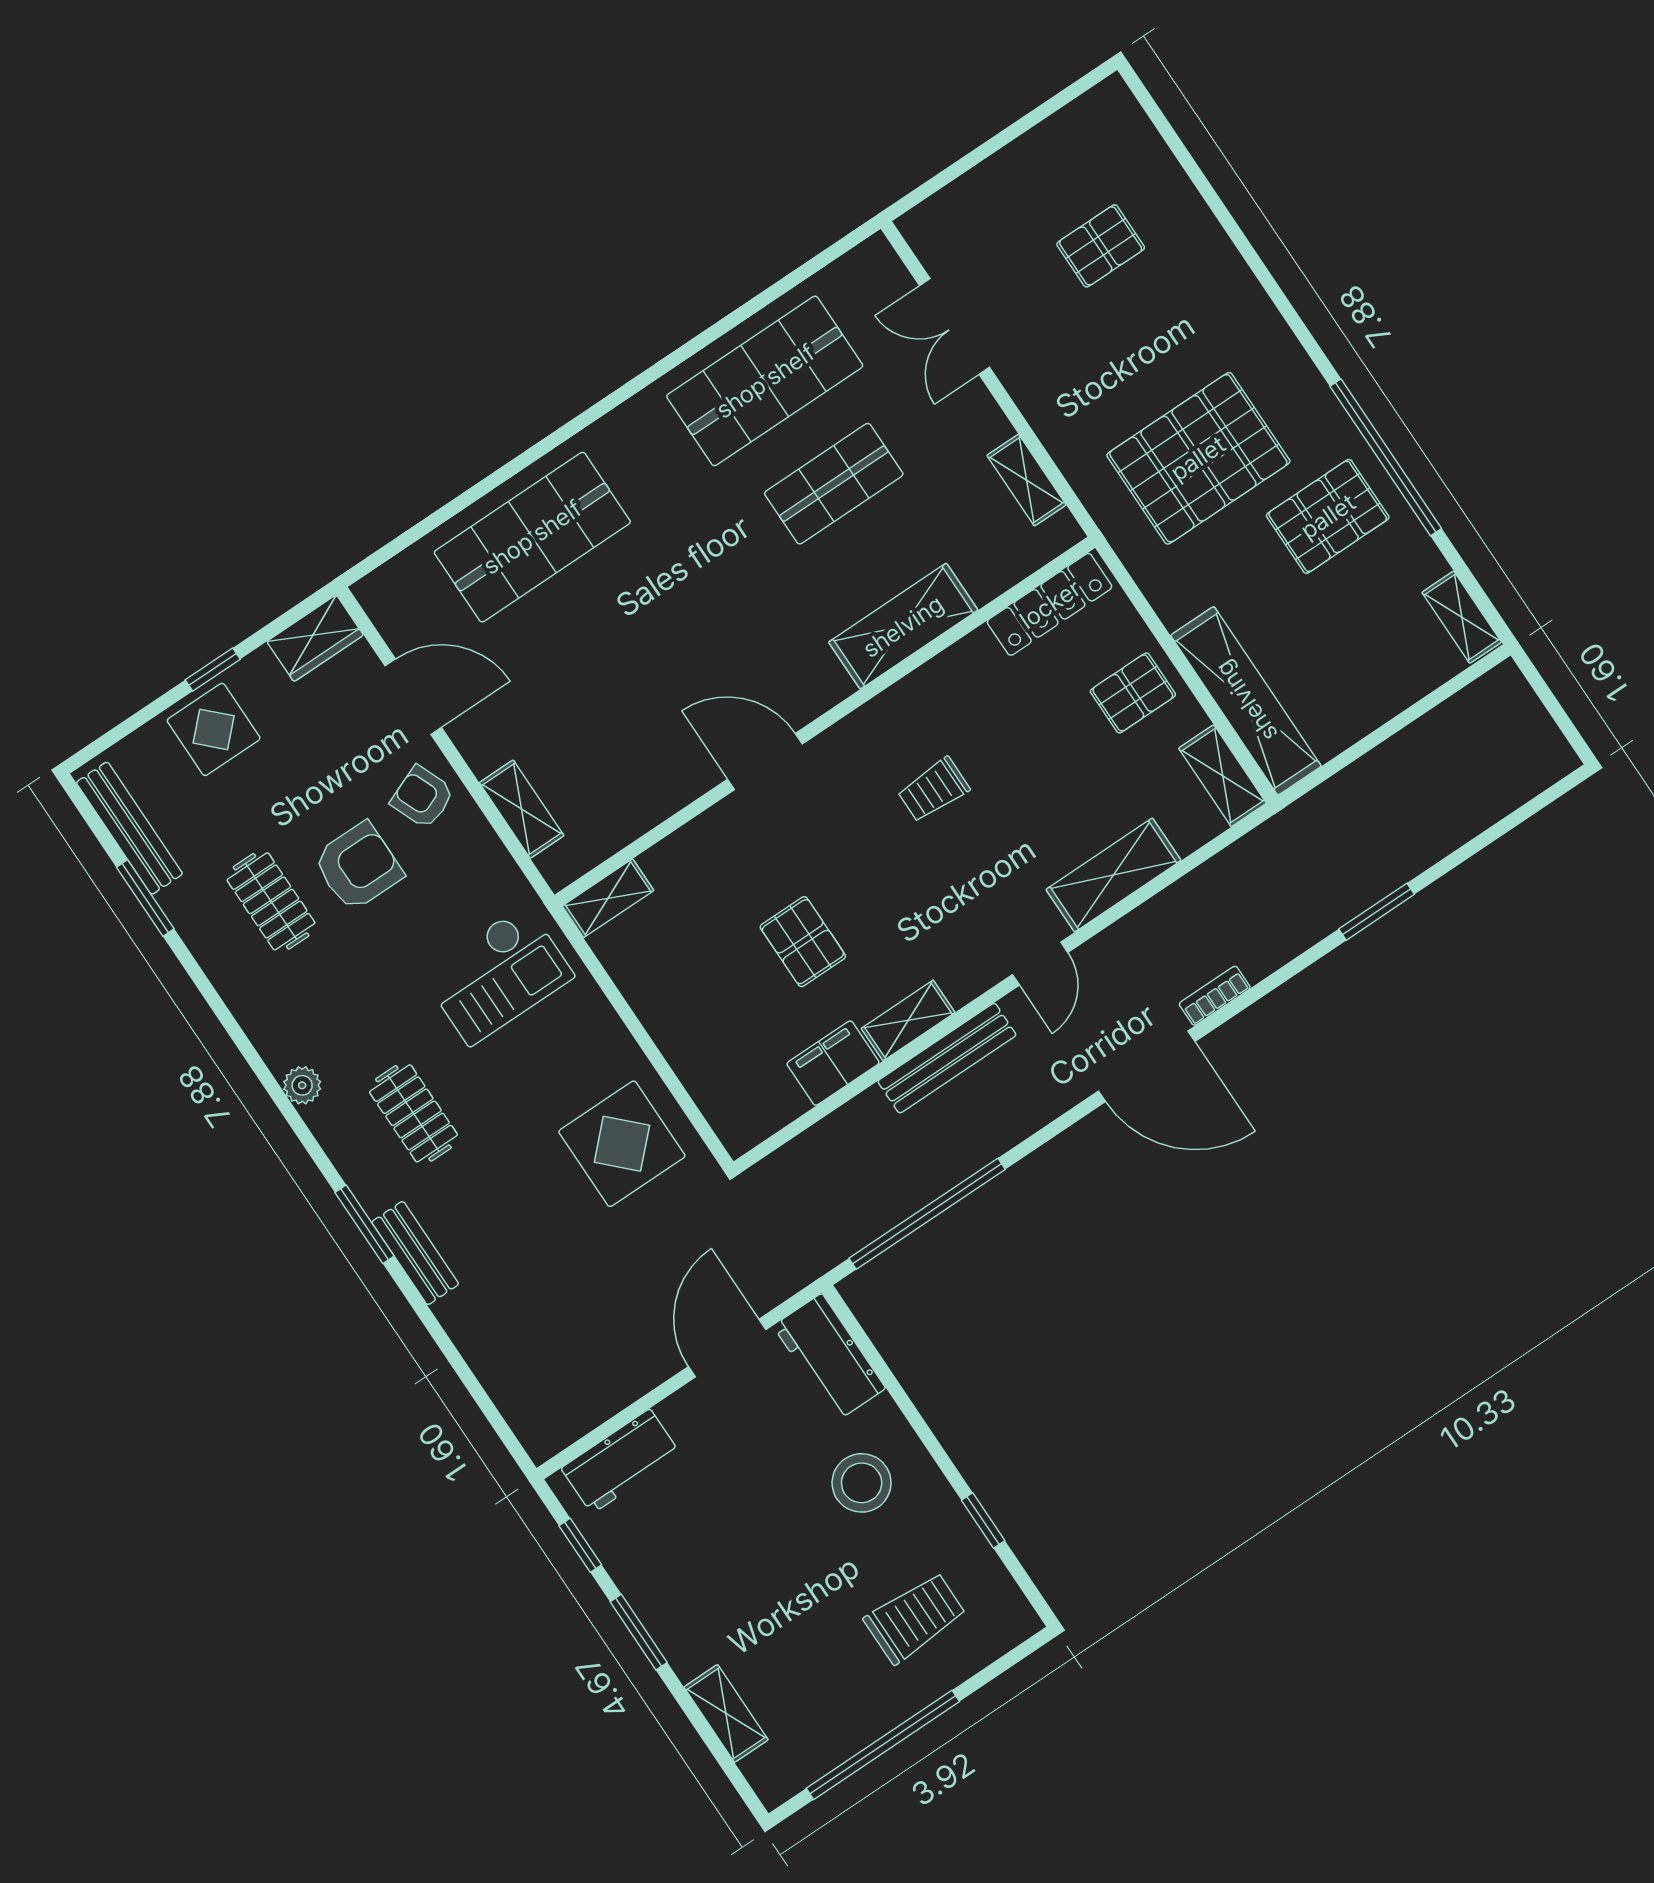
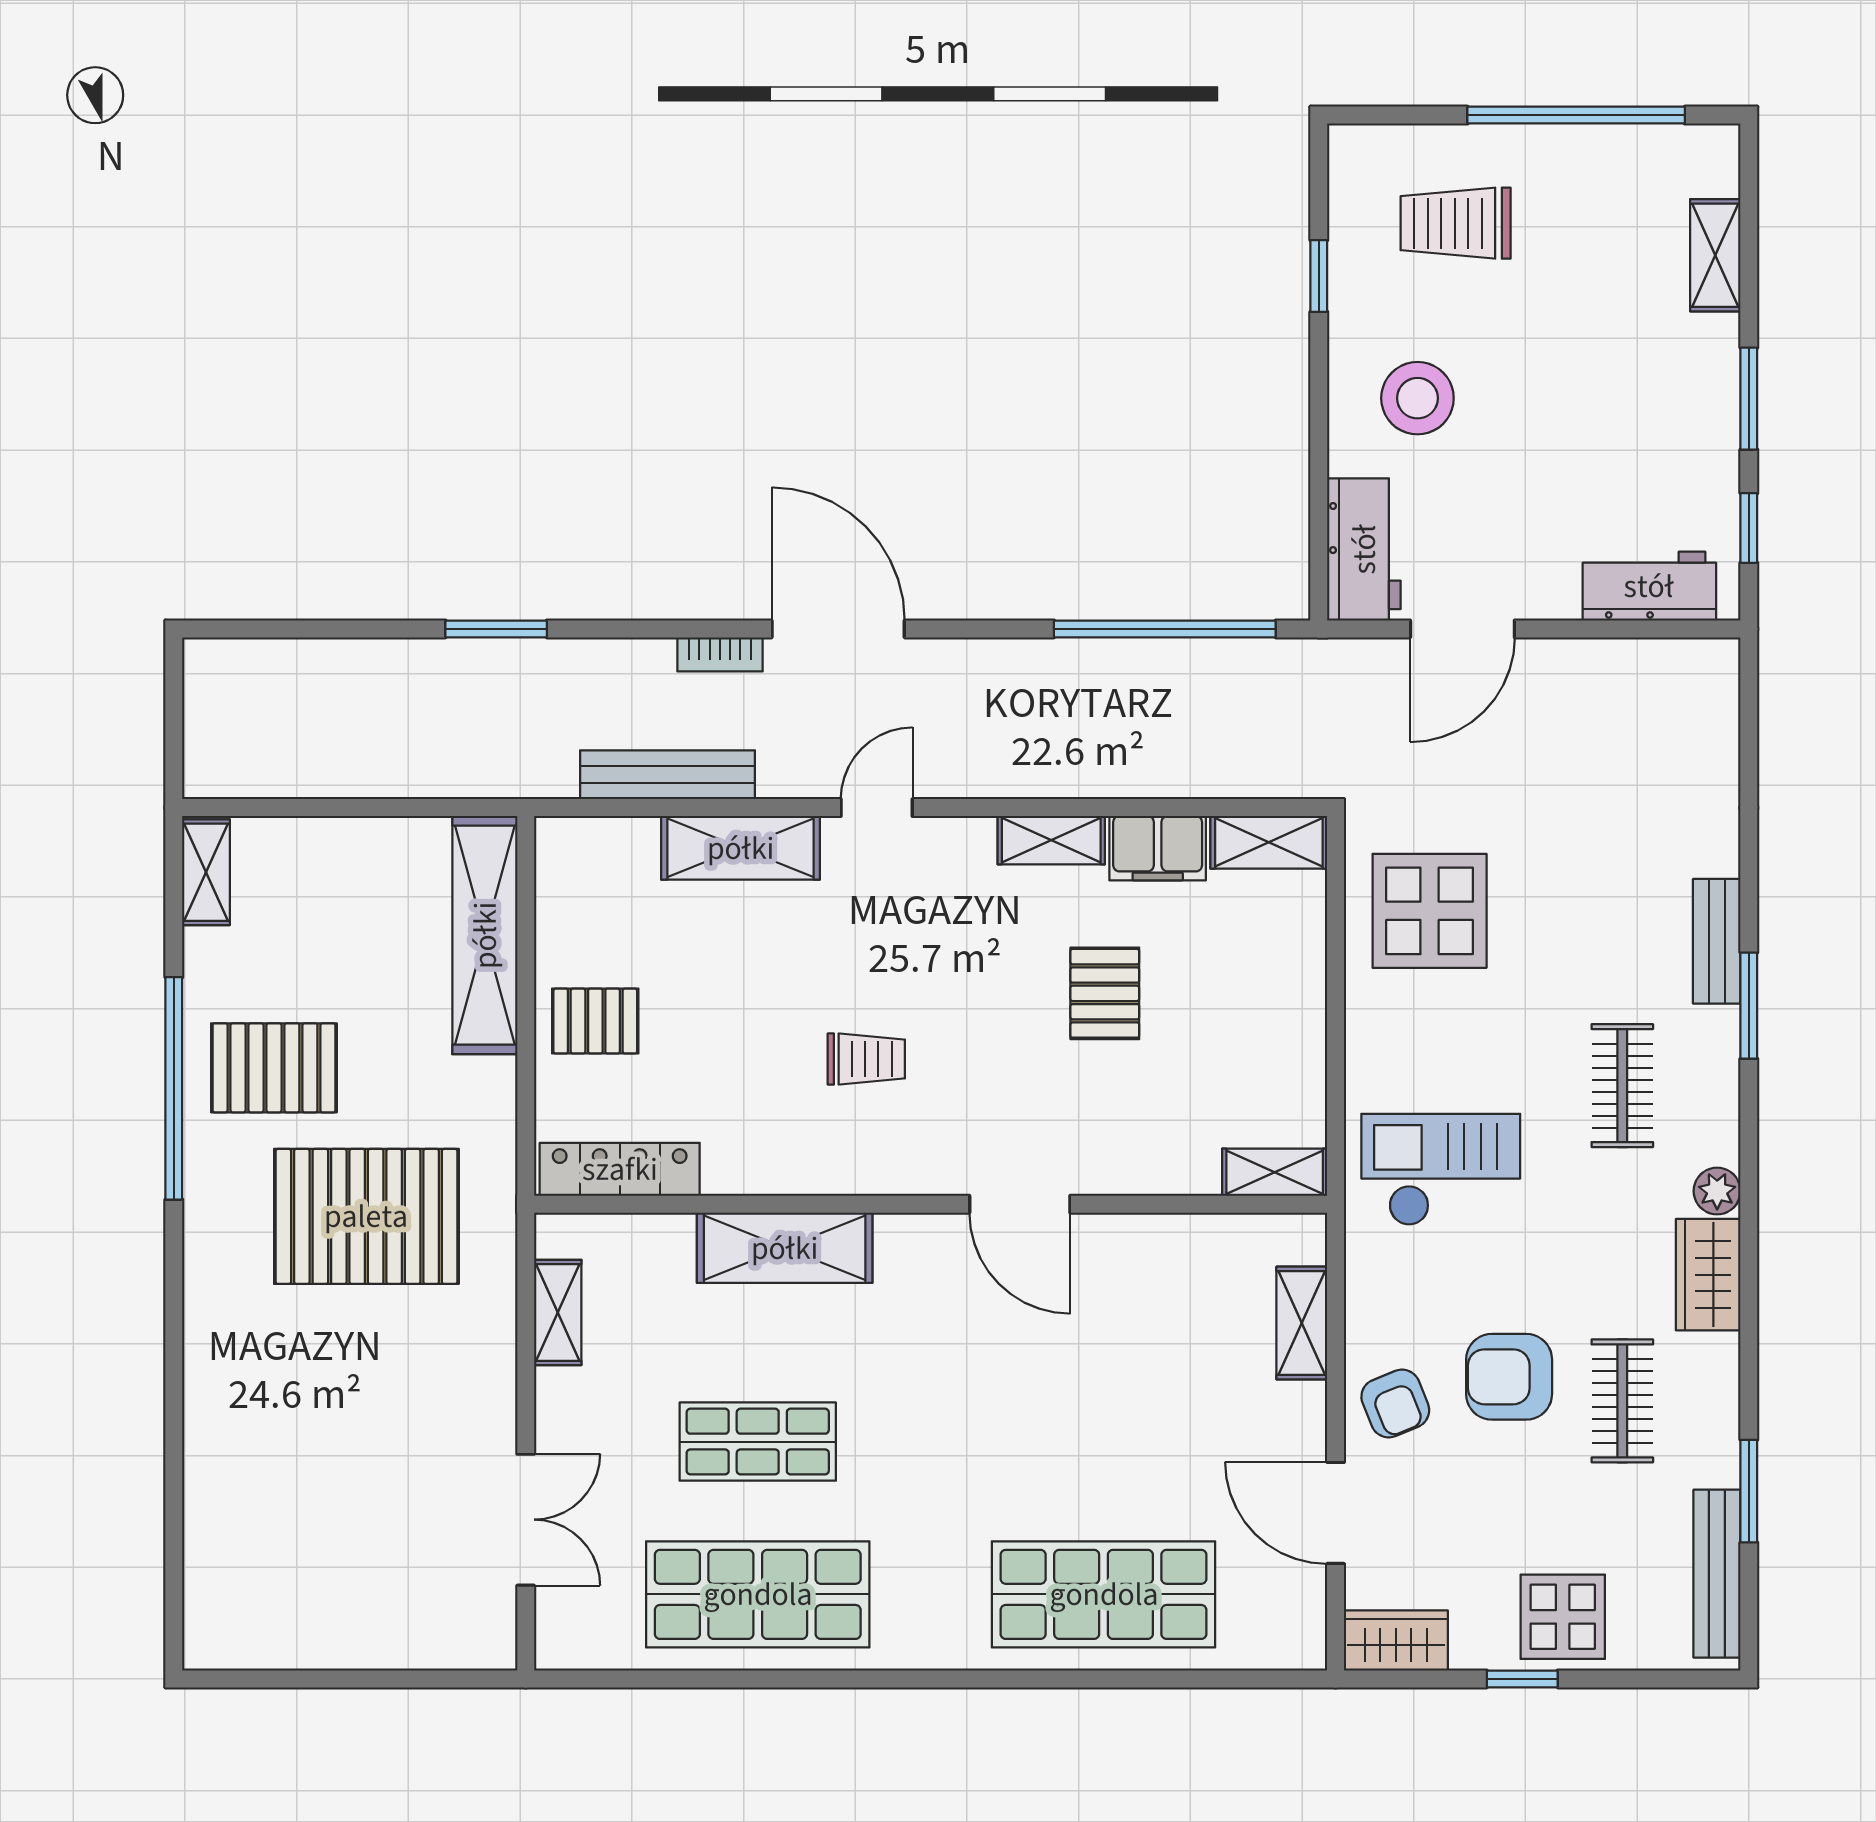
pallet: (1101, 246) -> (320, 1501), removed
shelving: (1223, 776) -> (1269, 842), moved, turned 90
wardrobe: (270, 1025) -> (1708, 1275), added
bench: (947, 1058) -> (667, 775), moved

